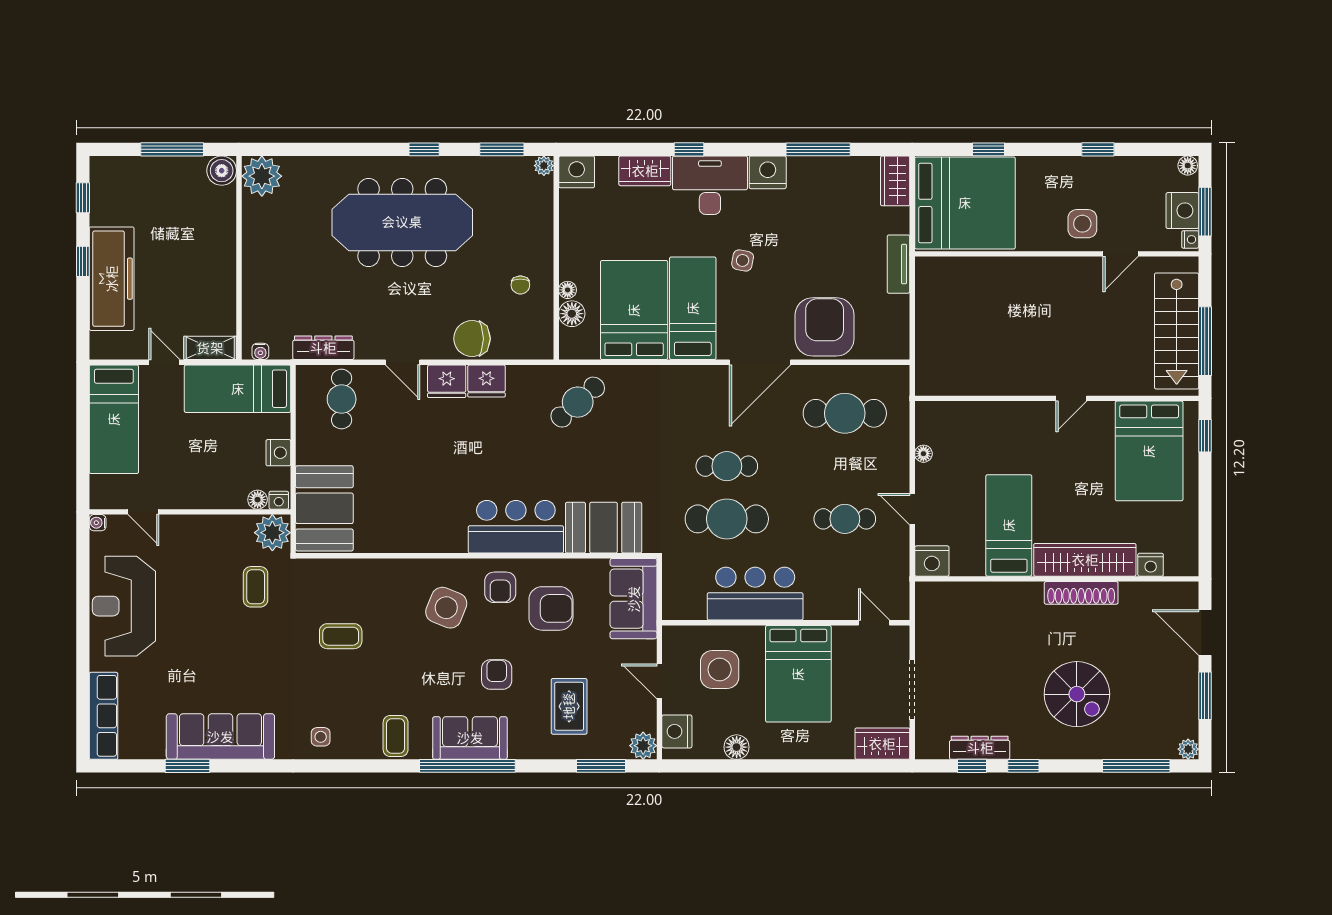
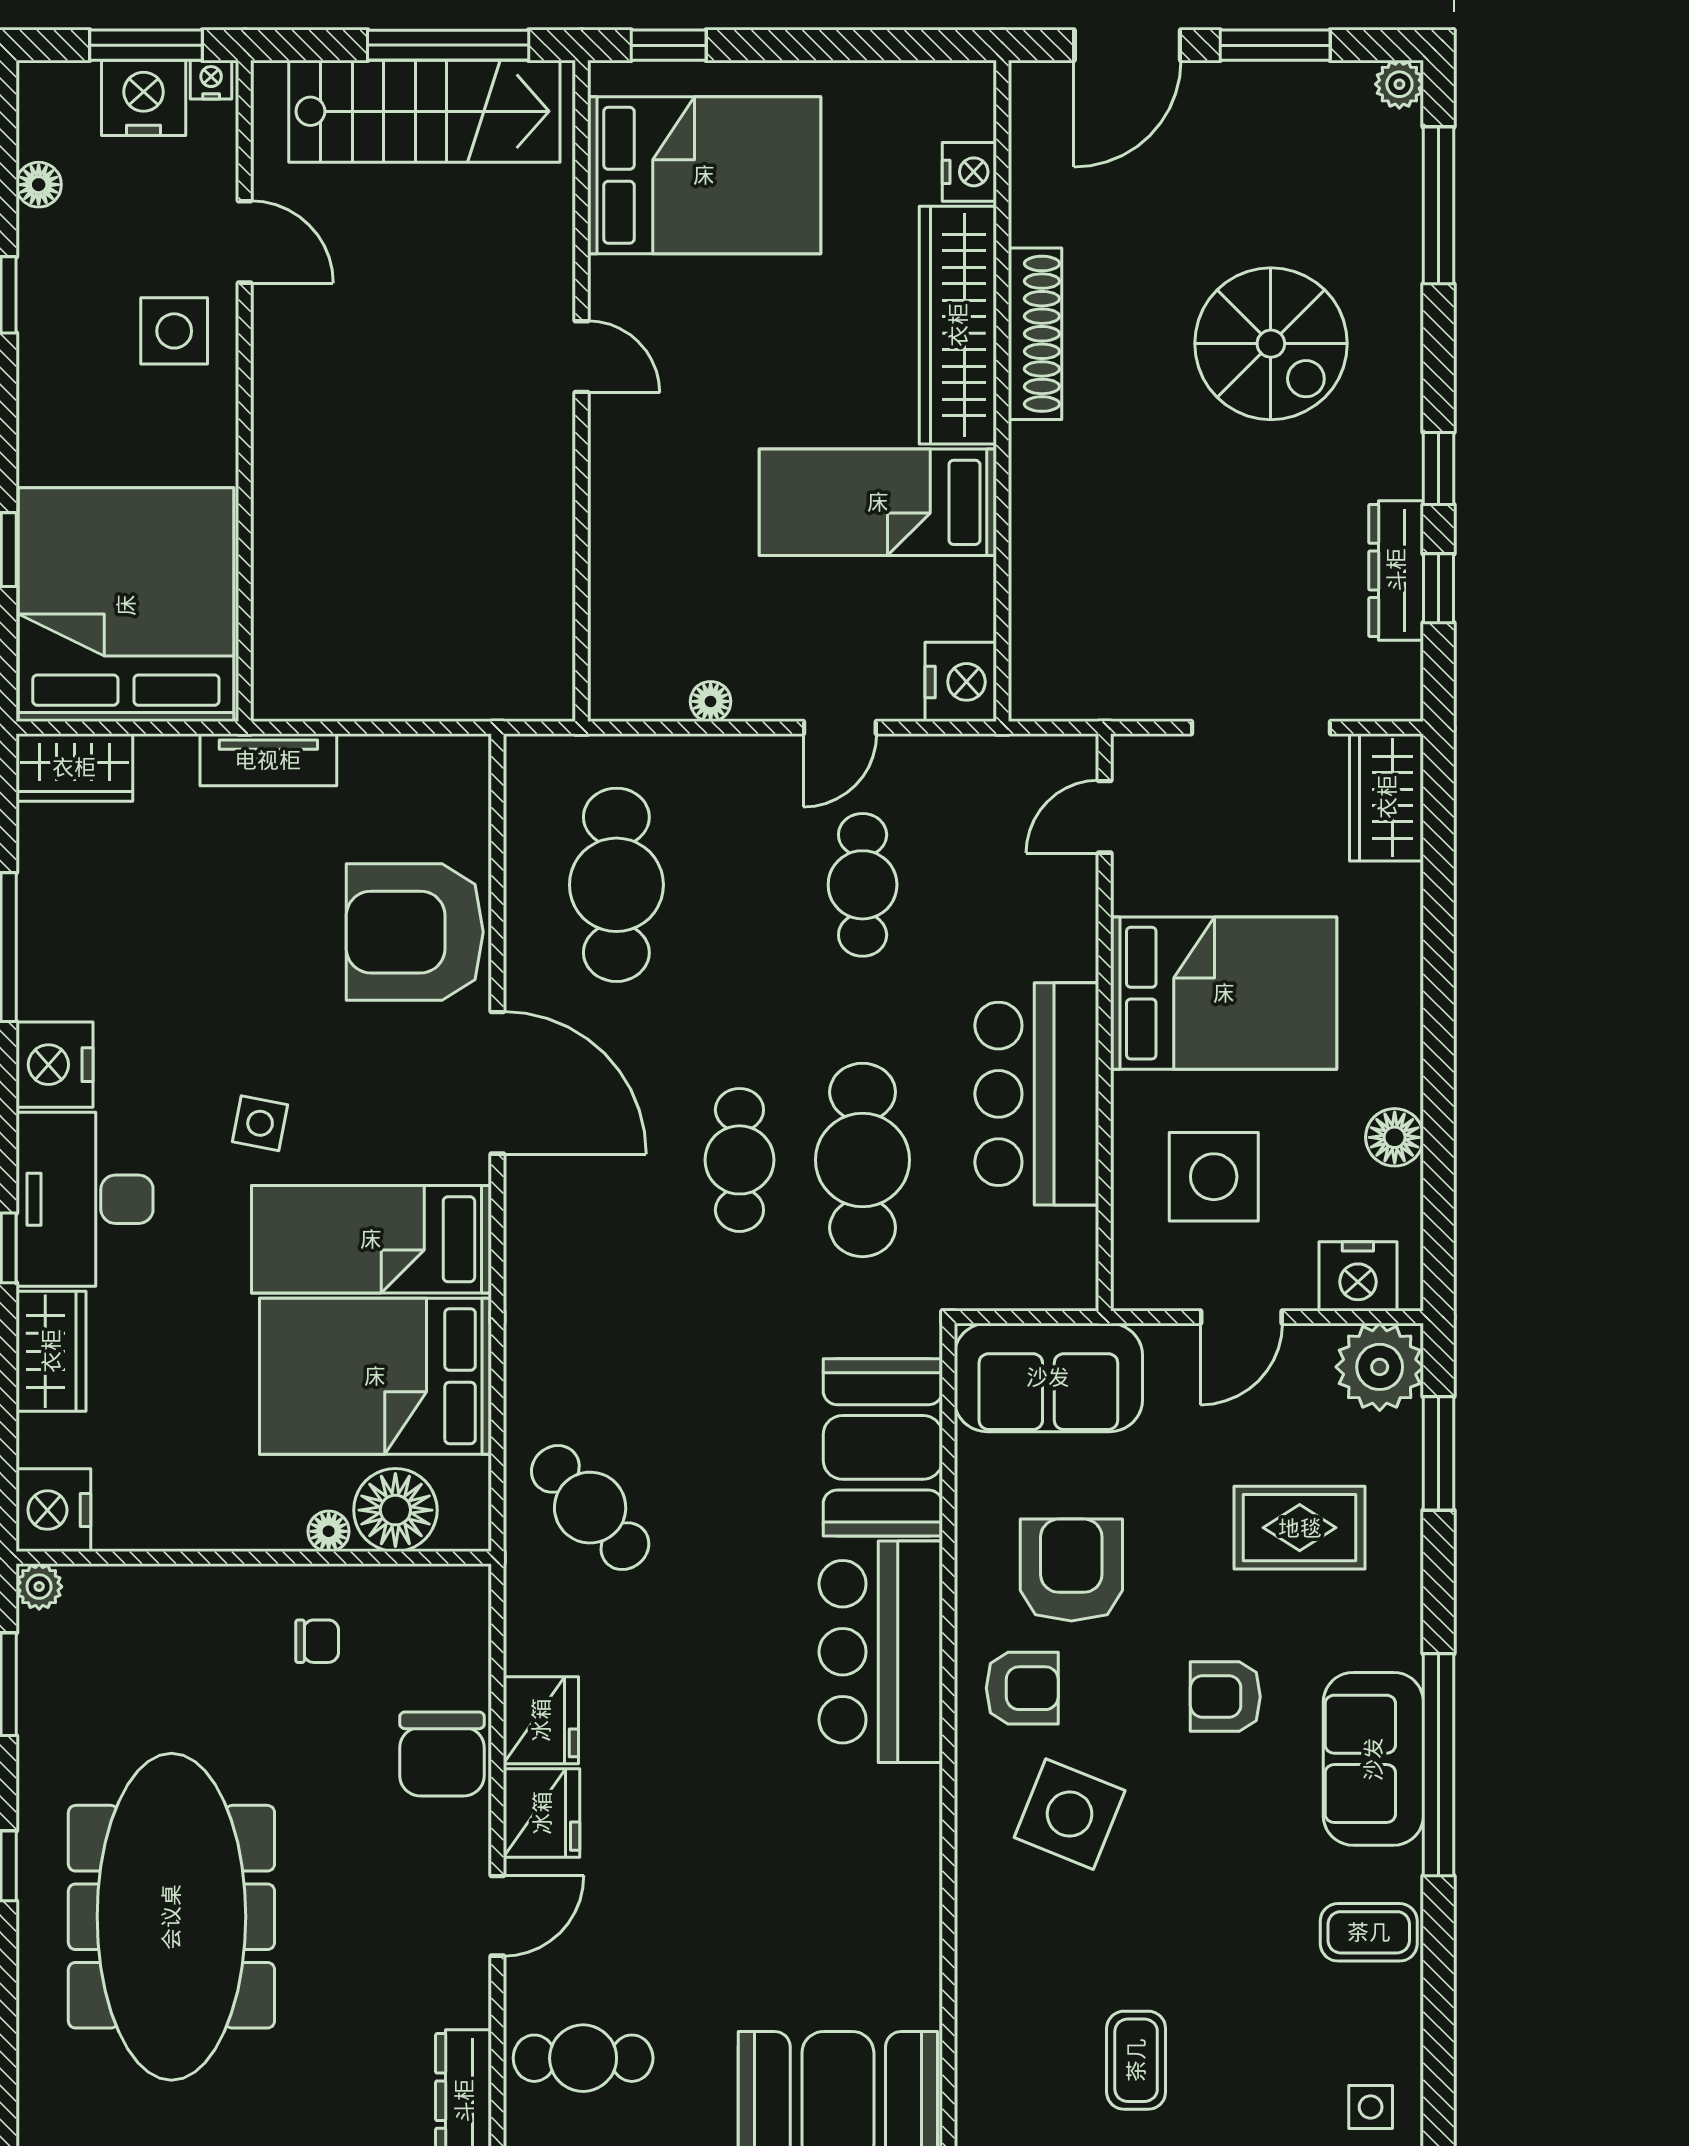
floor lamp: (1188, 166) -> (39, 185), moved
floor lamp: (572, 314) -> (395, 1510), width x1.38, depth x1.38
spiral stairs: (1077, 694) -> (1271, 344), turned 90
plant: (643, 746) -> (1380, 1367), width x1.36, depth x1.36

